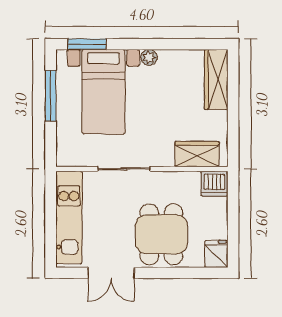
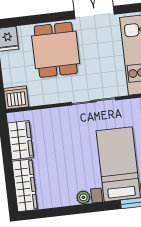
wardrobe: (197, 154) -> (20, 140), moved, turned -90

